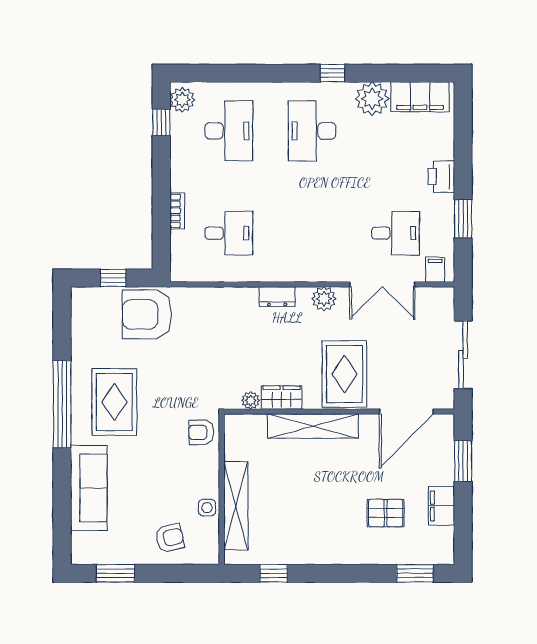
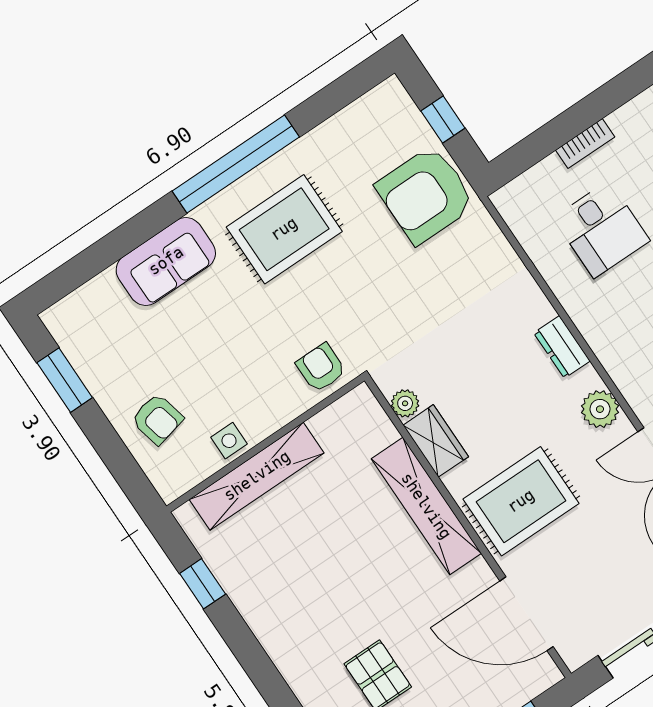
armchair: (147, 314) -> (426, 195), turned -90
sofa: (89, 488) -> (166, 261), width x0.73

